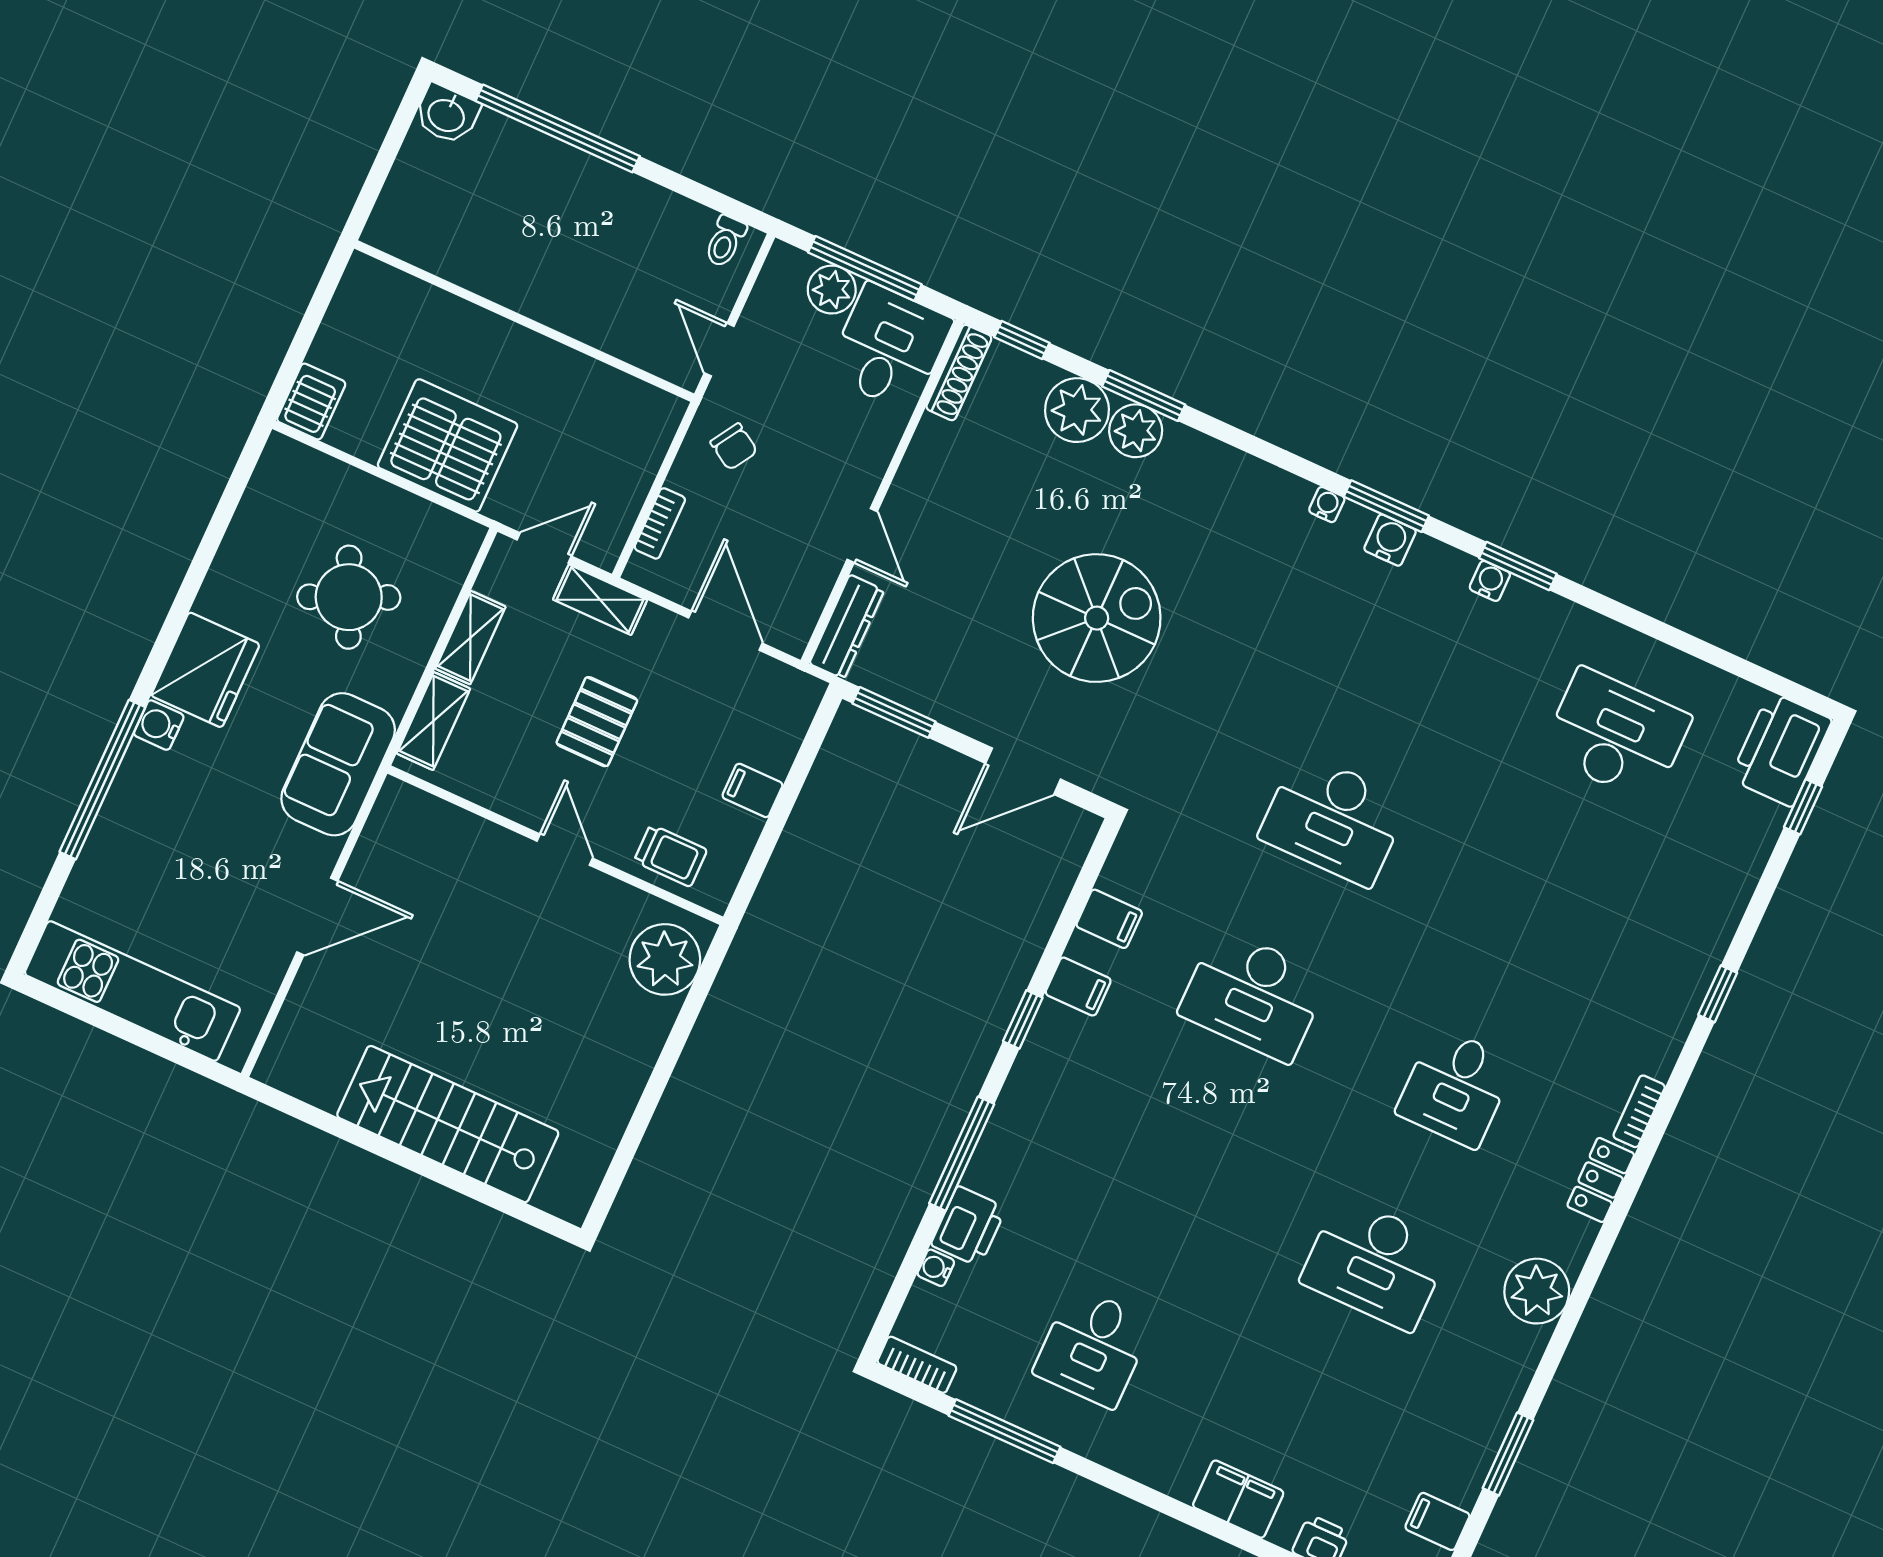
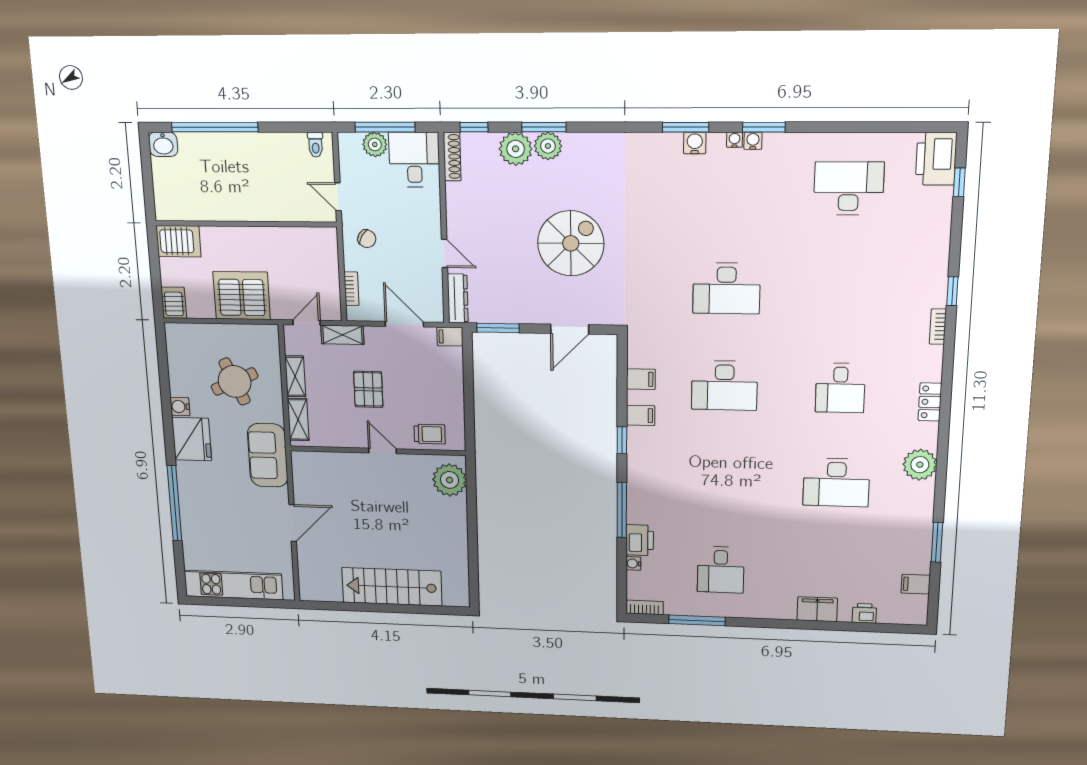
server rack: (381, 296) -> (178, 241), added
water cooler: (1327, 505) -> (734, 140), moved
water cooler: (159, 725) -> (180, 407), moved
filing cabinet: (753, 790) -> (450, 337), moved
bookcase: (1639, 1111) -> (938, 327), moved

